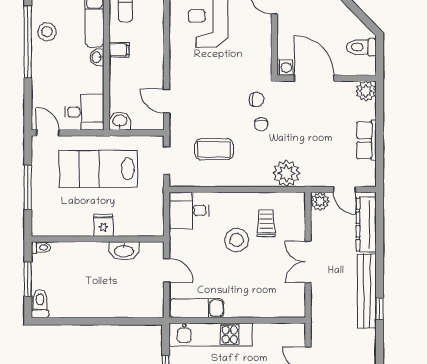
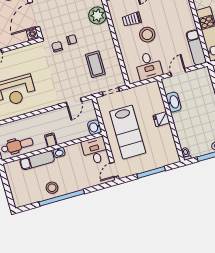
desk: (189, 211) -> (149, 66), moved

